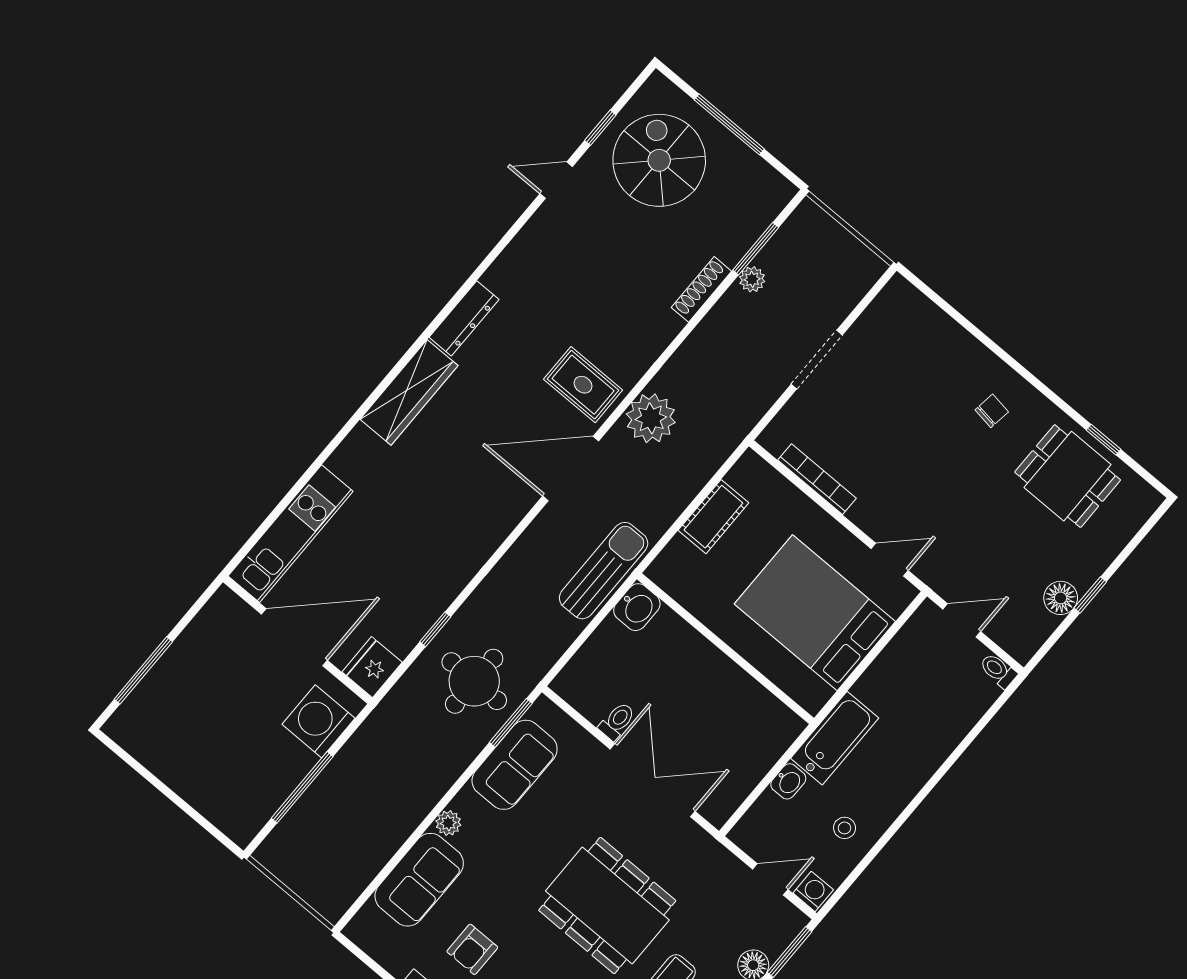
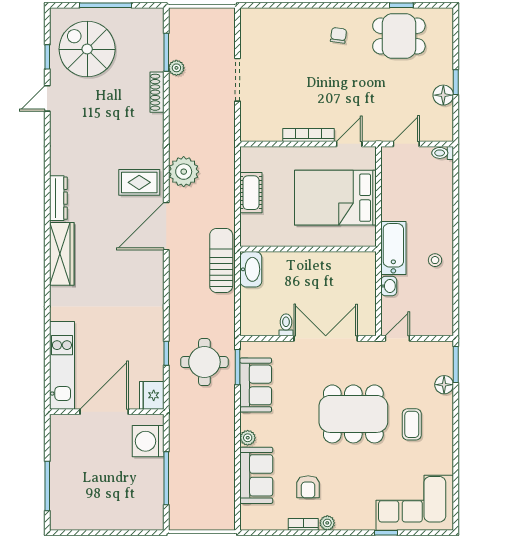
bookcase: (817, 479) -> (309, 135), moved
washbasin: (637, 607) -> (251, 269), width x1.38
stool: (845, 828) -> (435, 260), moved
door: (770, 879) -> (397, 338), moved
washing machine: (813, 891) -> (443, 327), removed

